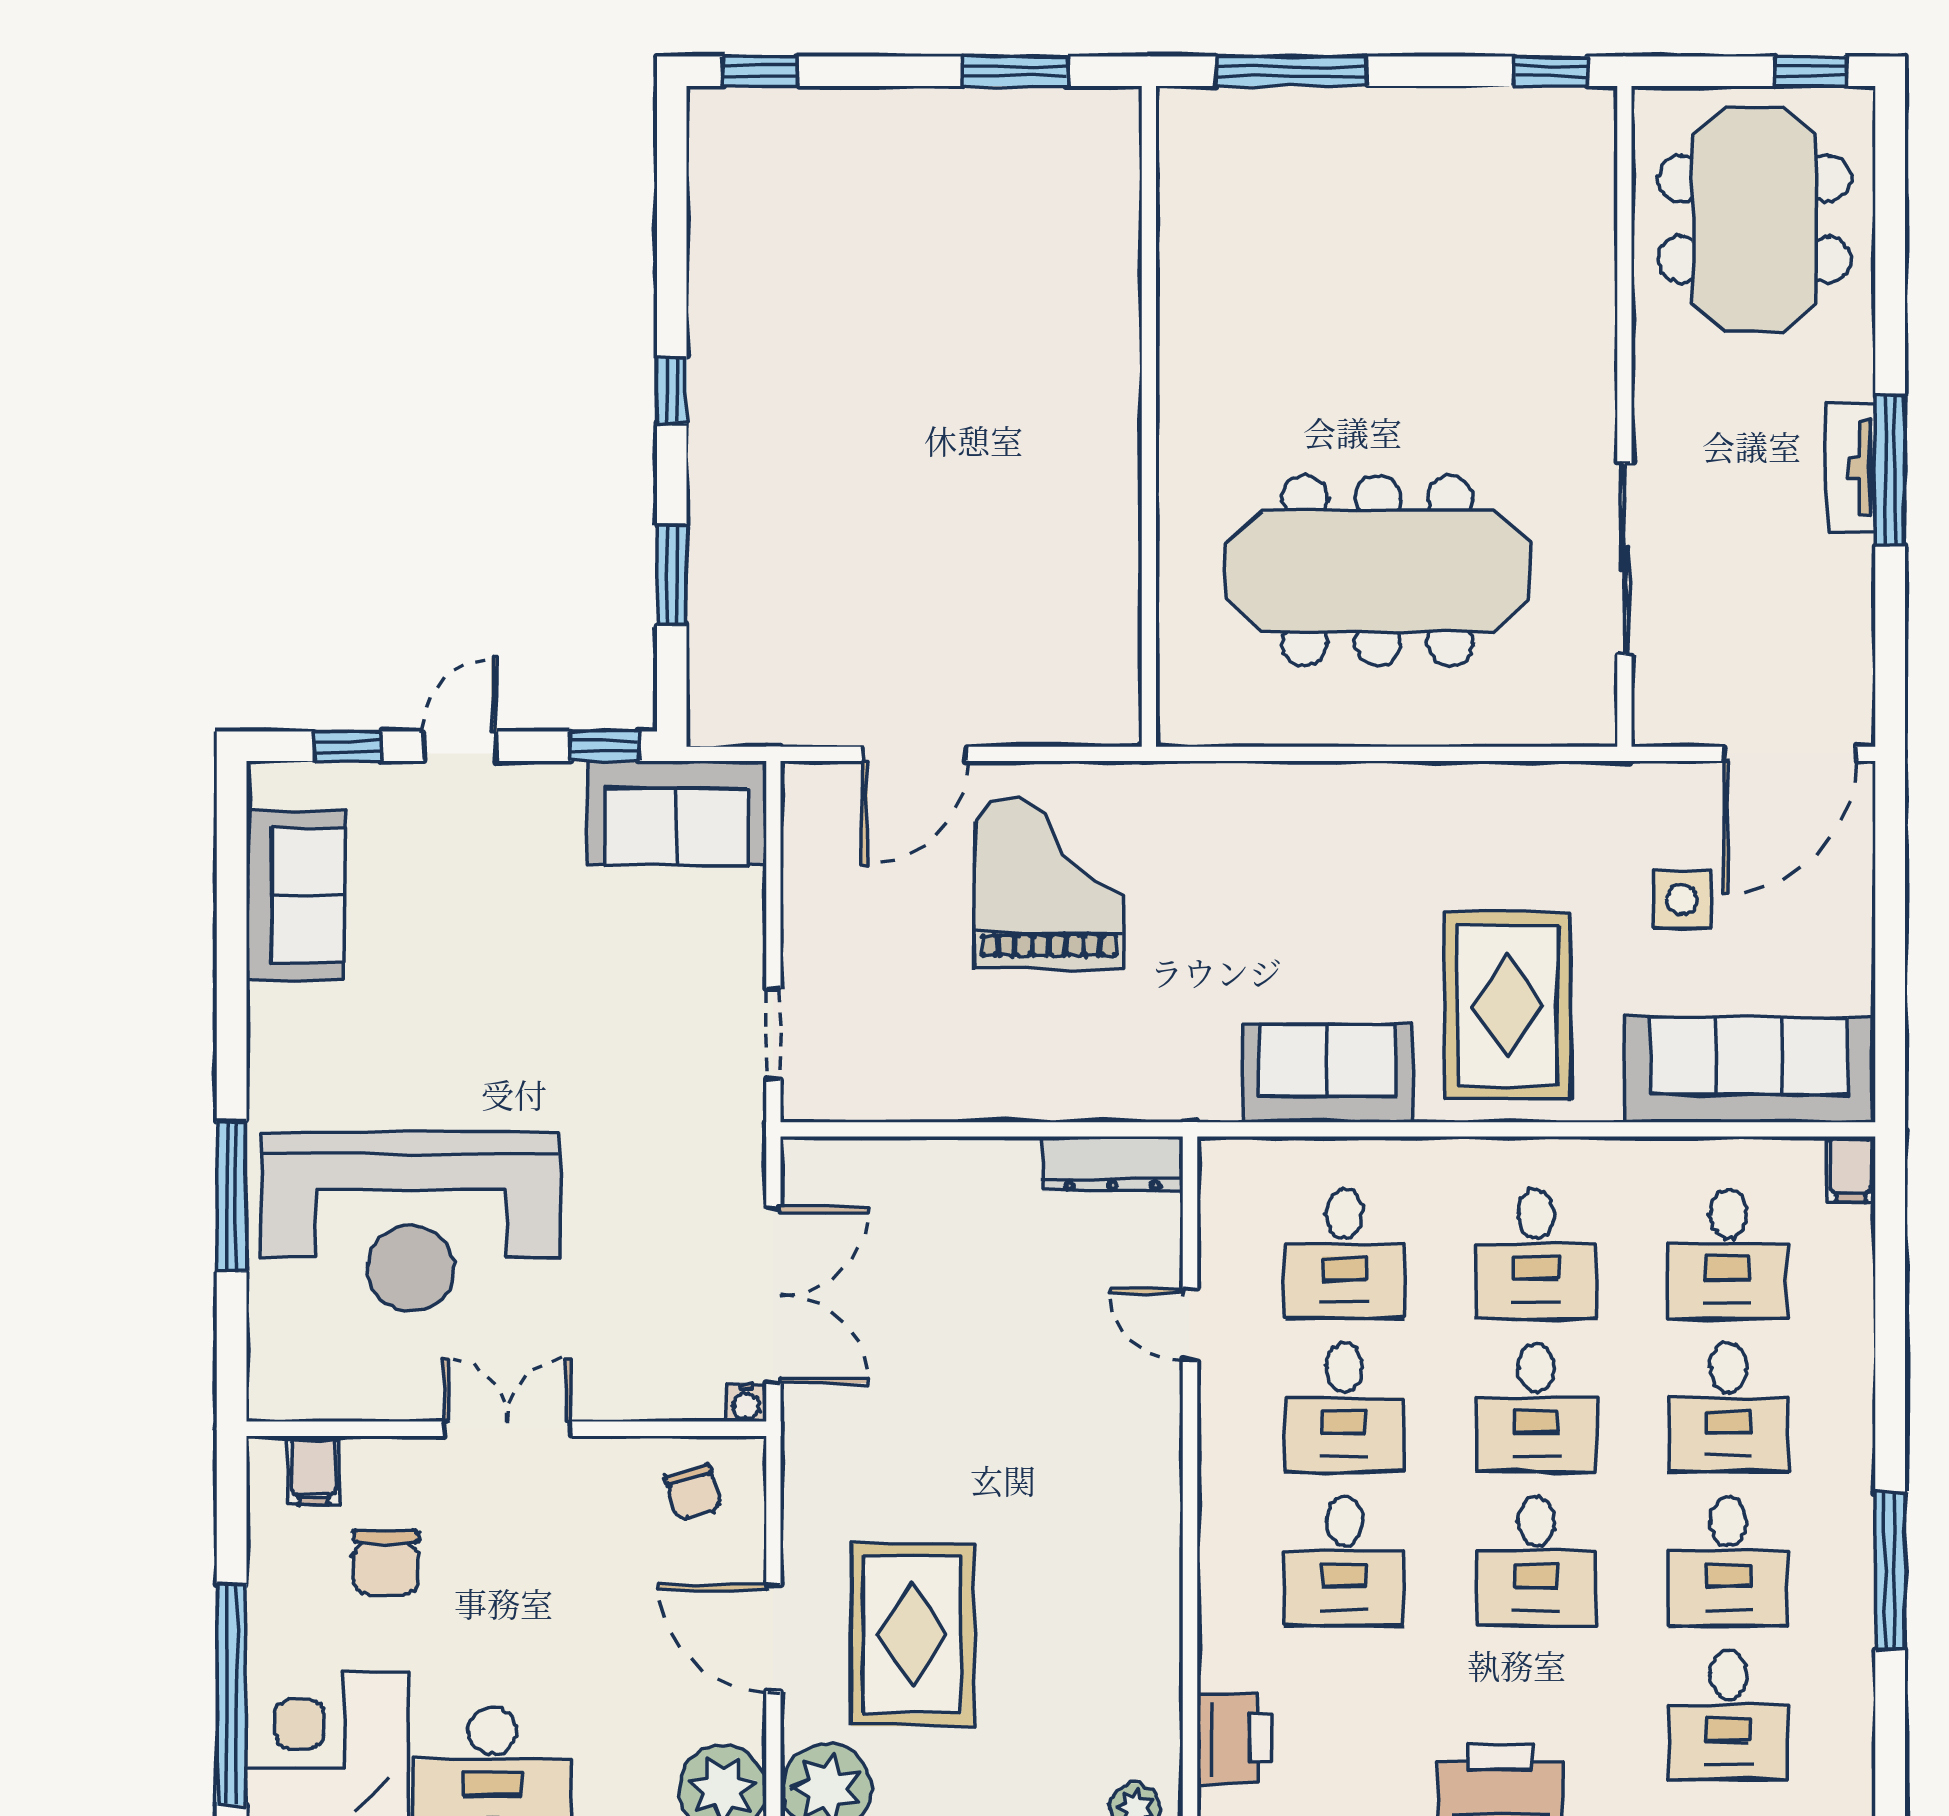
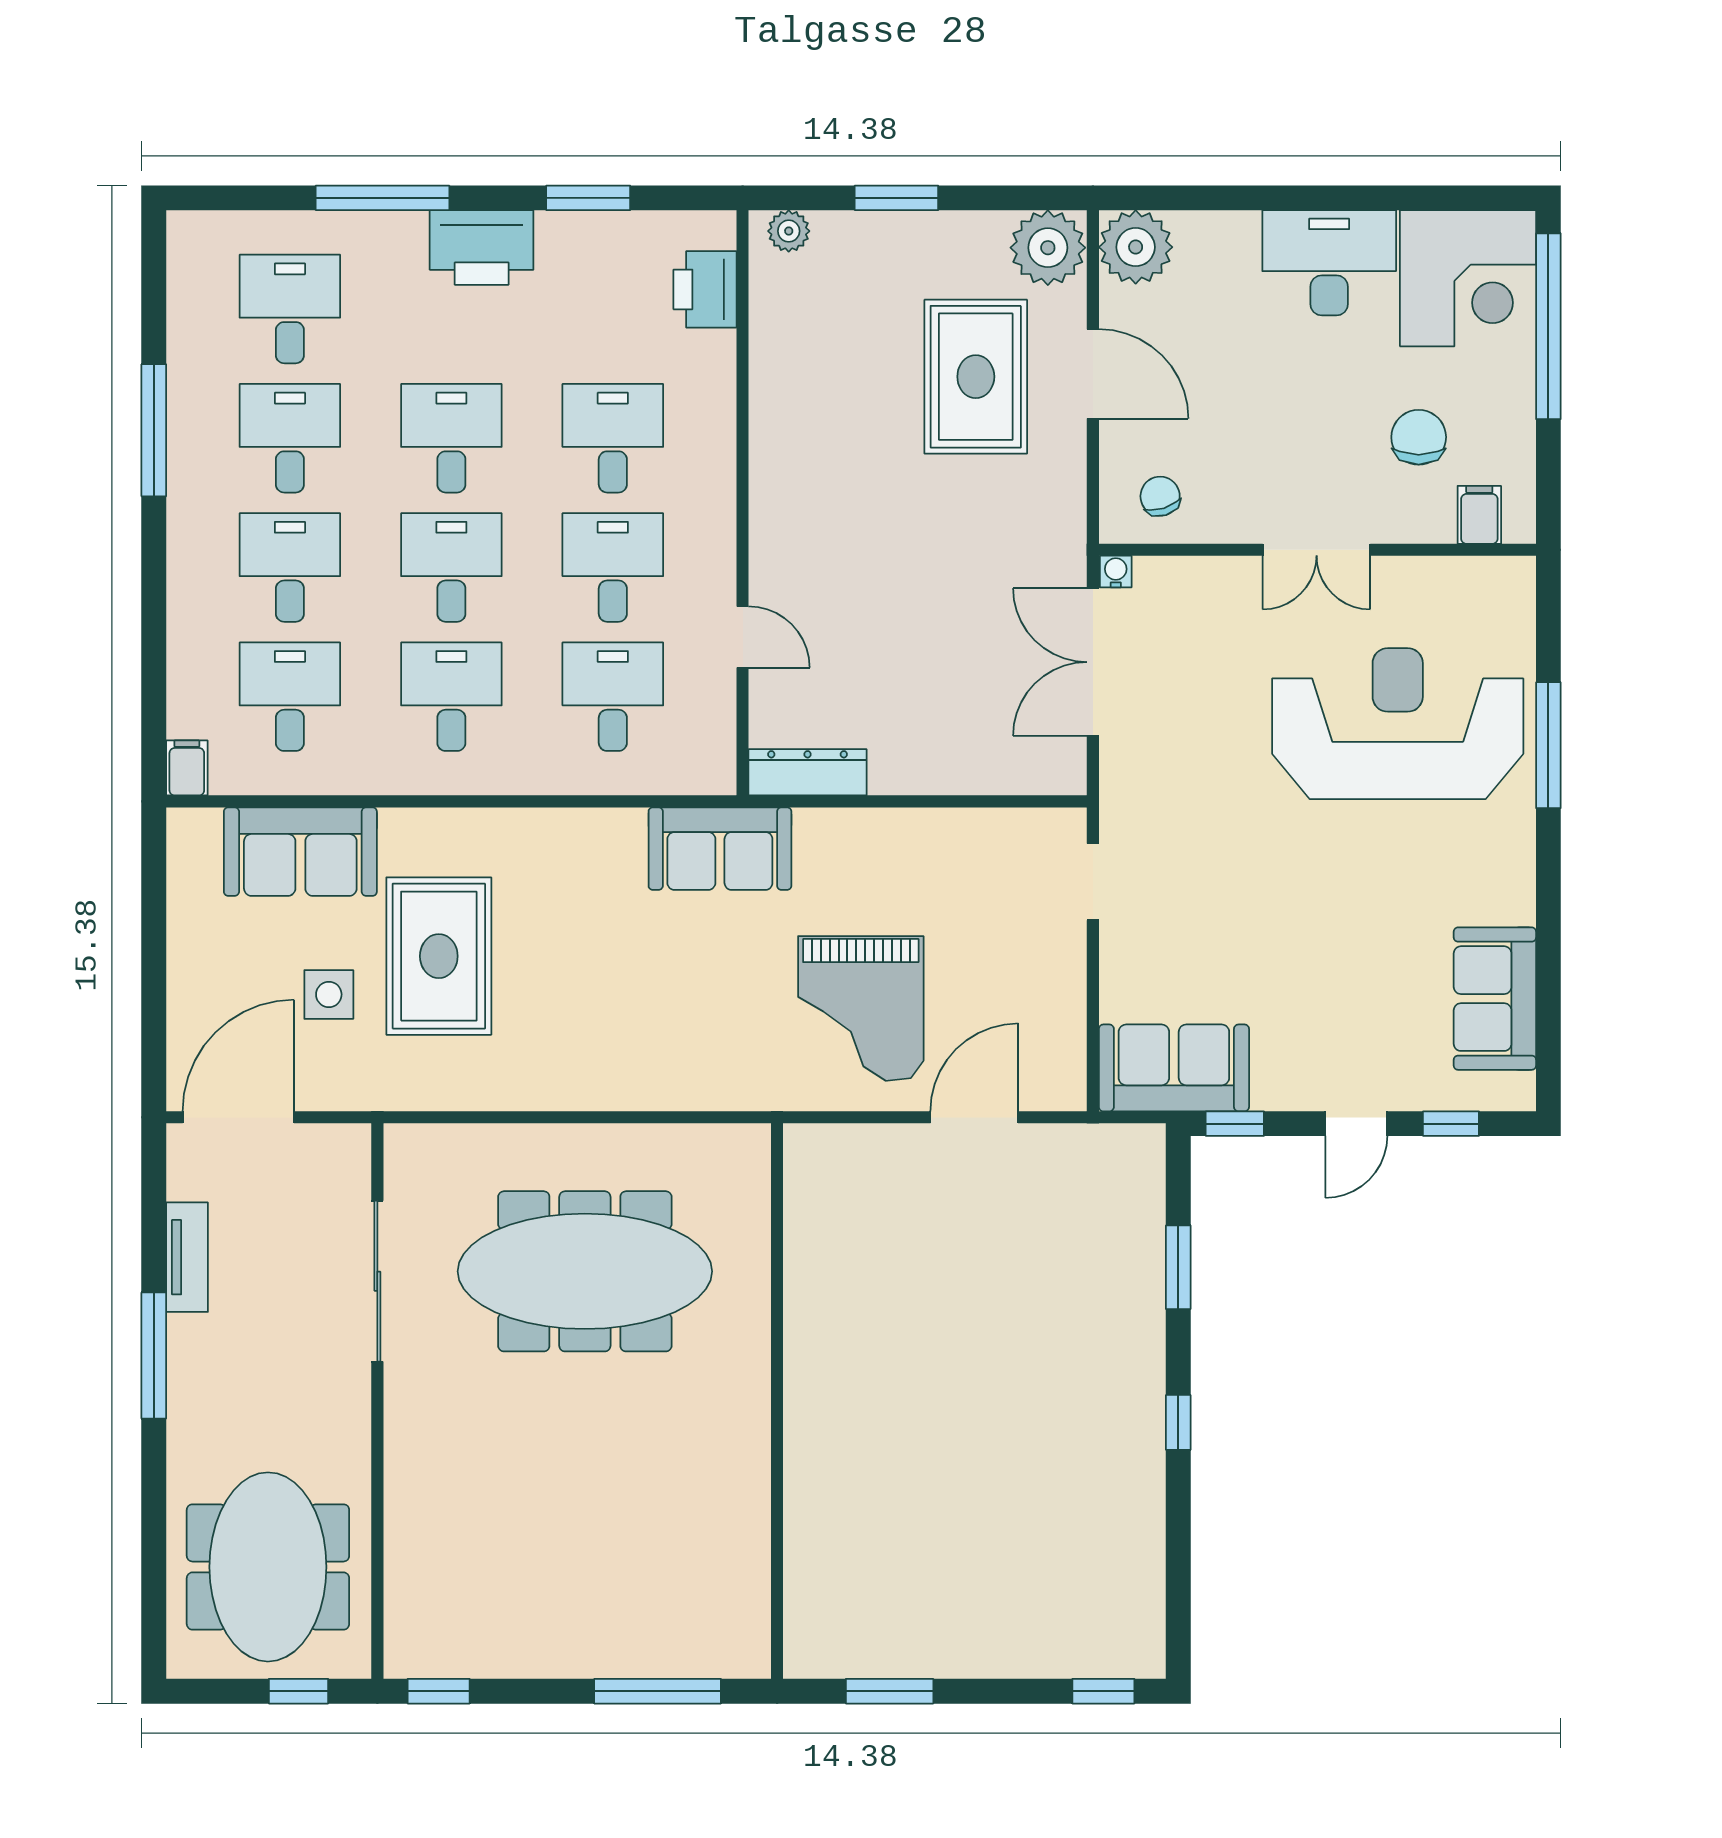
window: (1810, 71) -> (298, 1691), moved
tv unit: (1851, 468) -> (187, 1257), moved
rug: (1508, 1006) -> (439, 956), moved
sofa: (1749, 1070) -> (300, 852), width x0.73
sofa: (1328, 1073) -> (720, 849), moved

